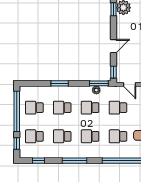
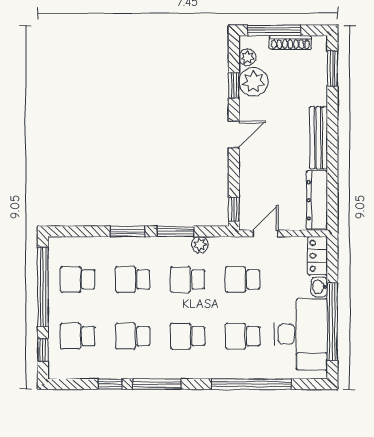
door: (113, 46) -> (234, 134), moved
window: (99, 83) -> (176, 231), moved
door: (129, 84) -> (265, 233), swing flipped
window: (38, 161) -> (110, 384), moved

